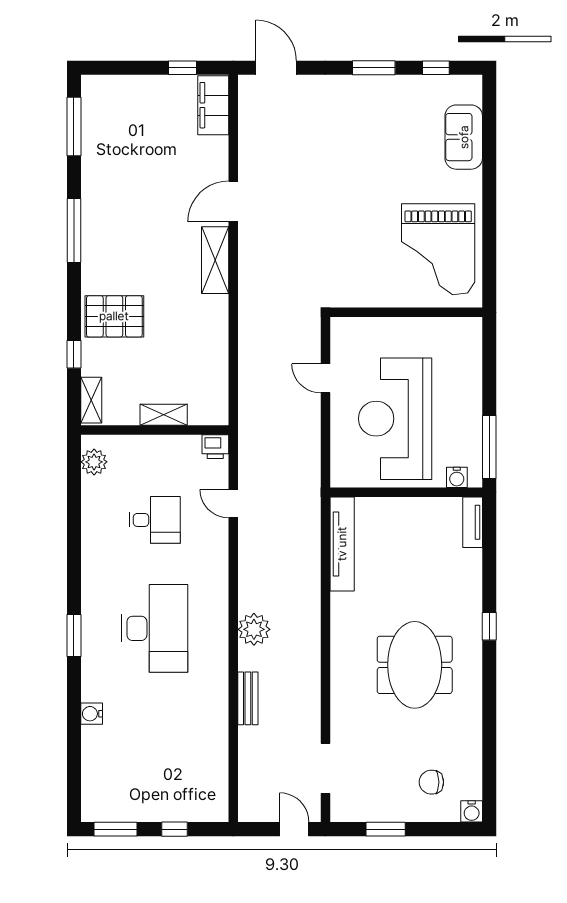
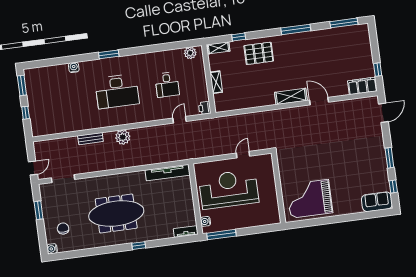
sofa: (464, 137) -> (377, 202), moved
pallet: (114, 316) -> (259, 53), turned 90
meeting table: (415, 665) -> (116, 214), width x1.36

